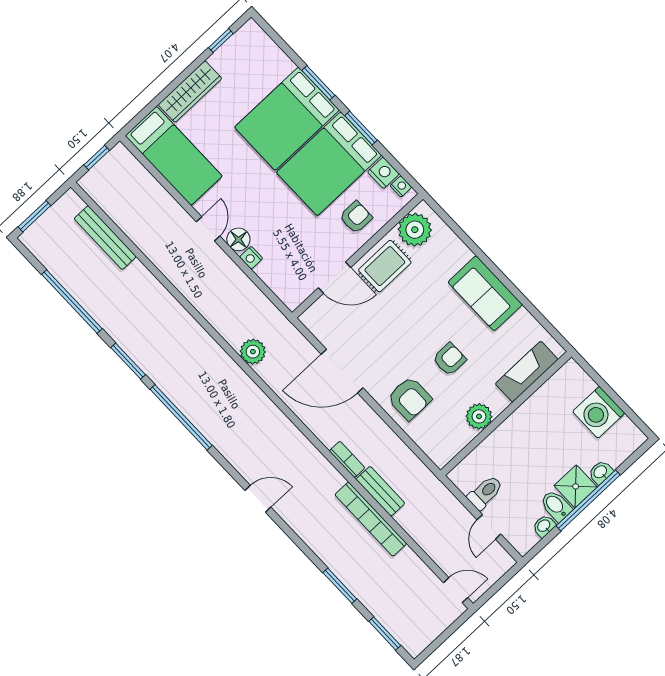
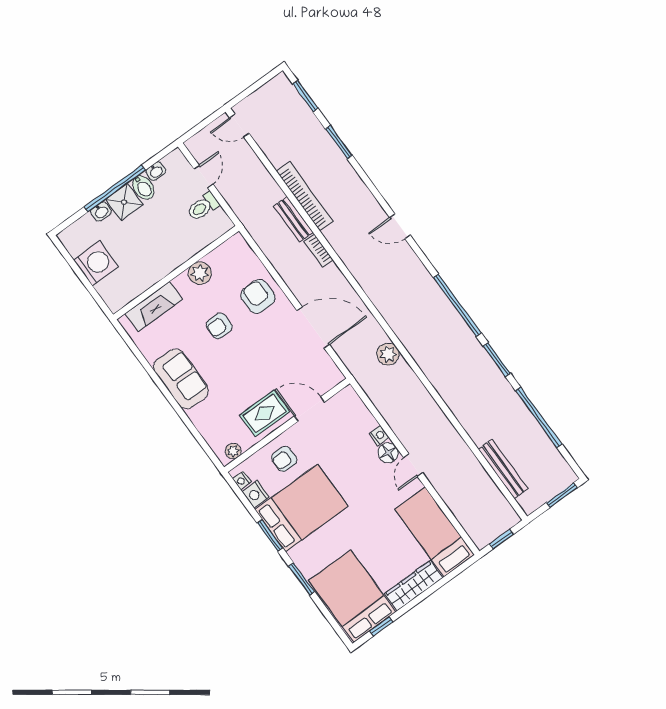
bed: (287, 119) -> (352, 596), moved, turned -90
plant: (415, 230) -> (233, 451), width x0.53, depth x0.53

